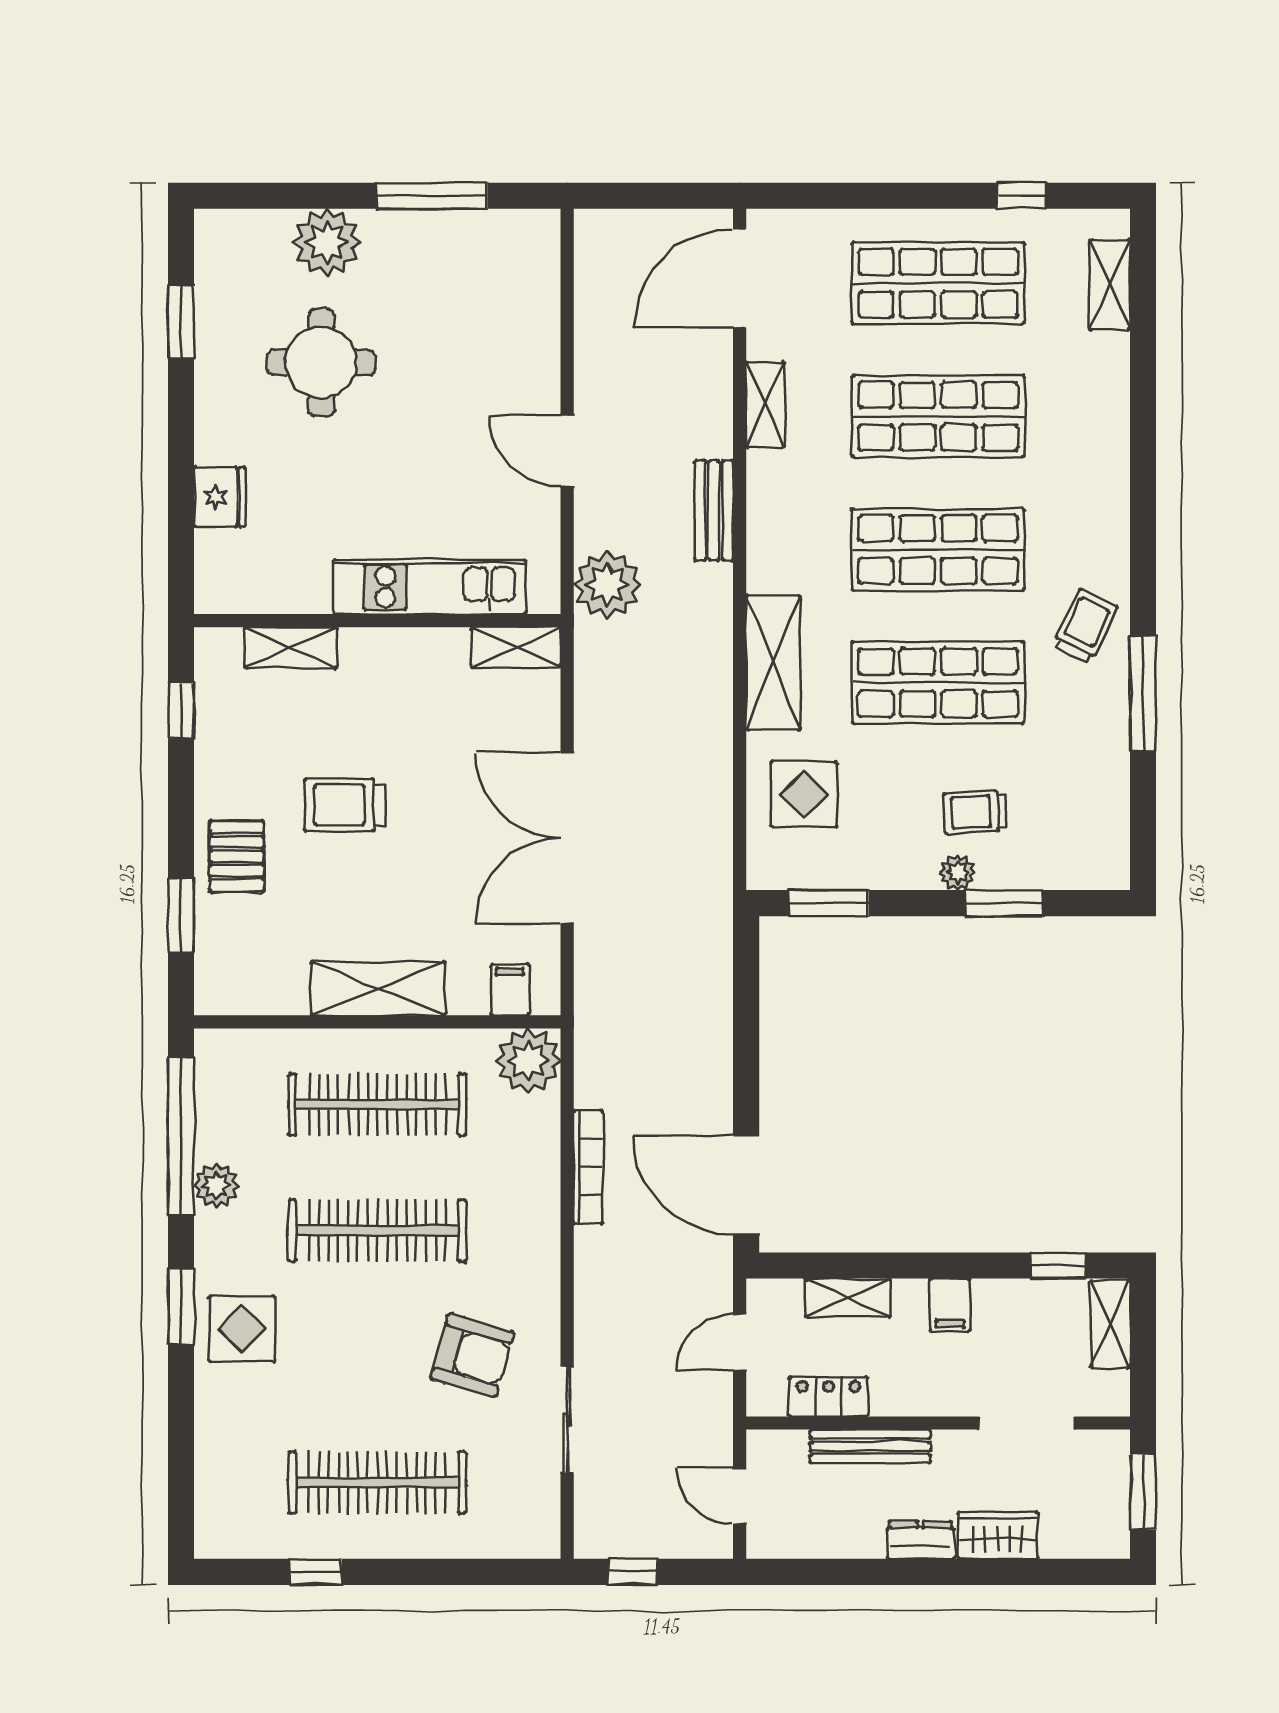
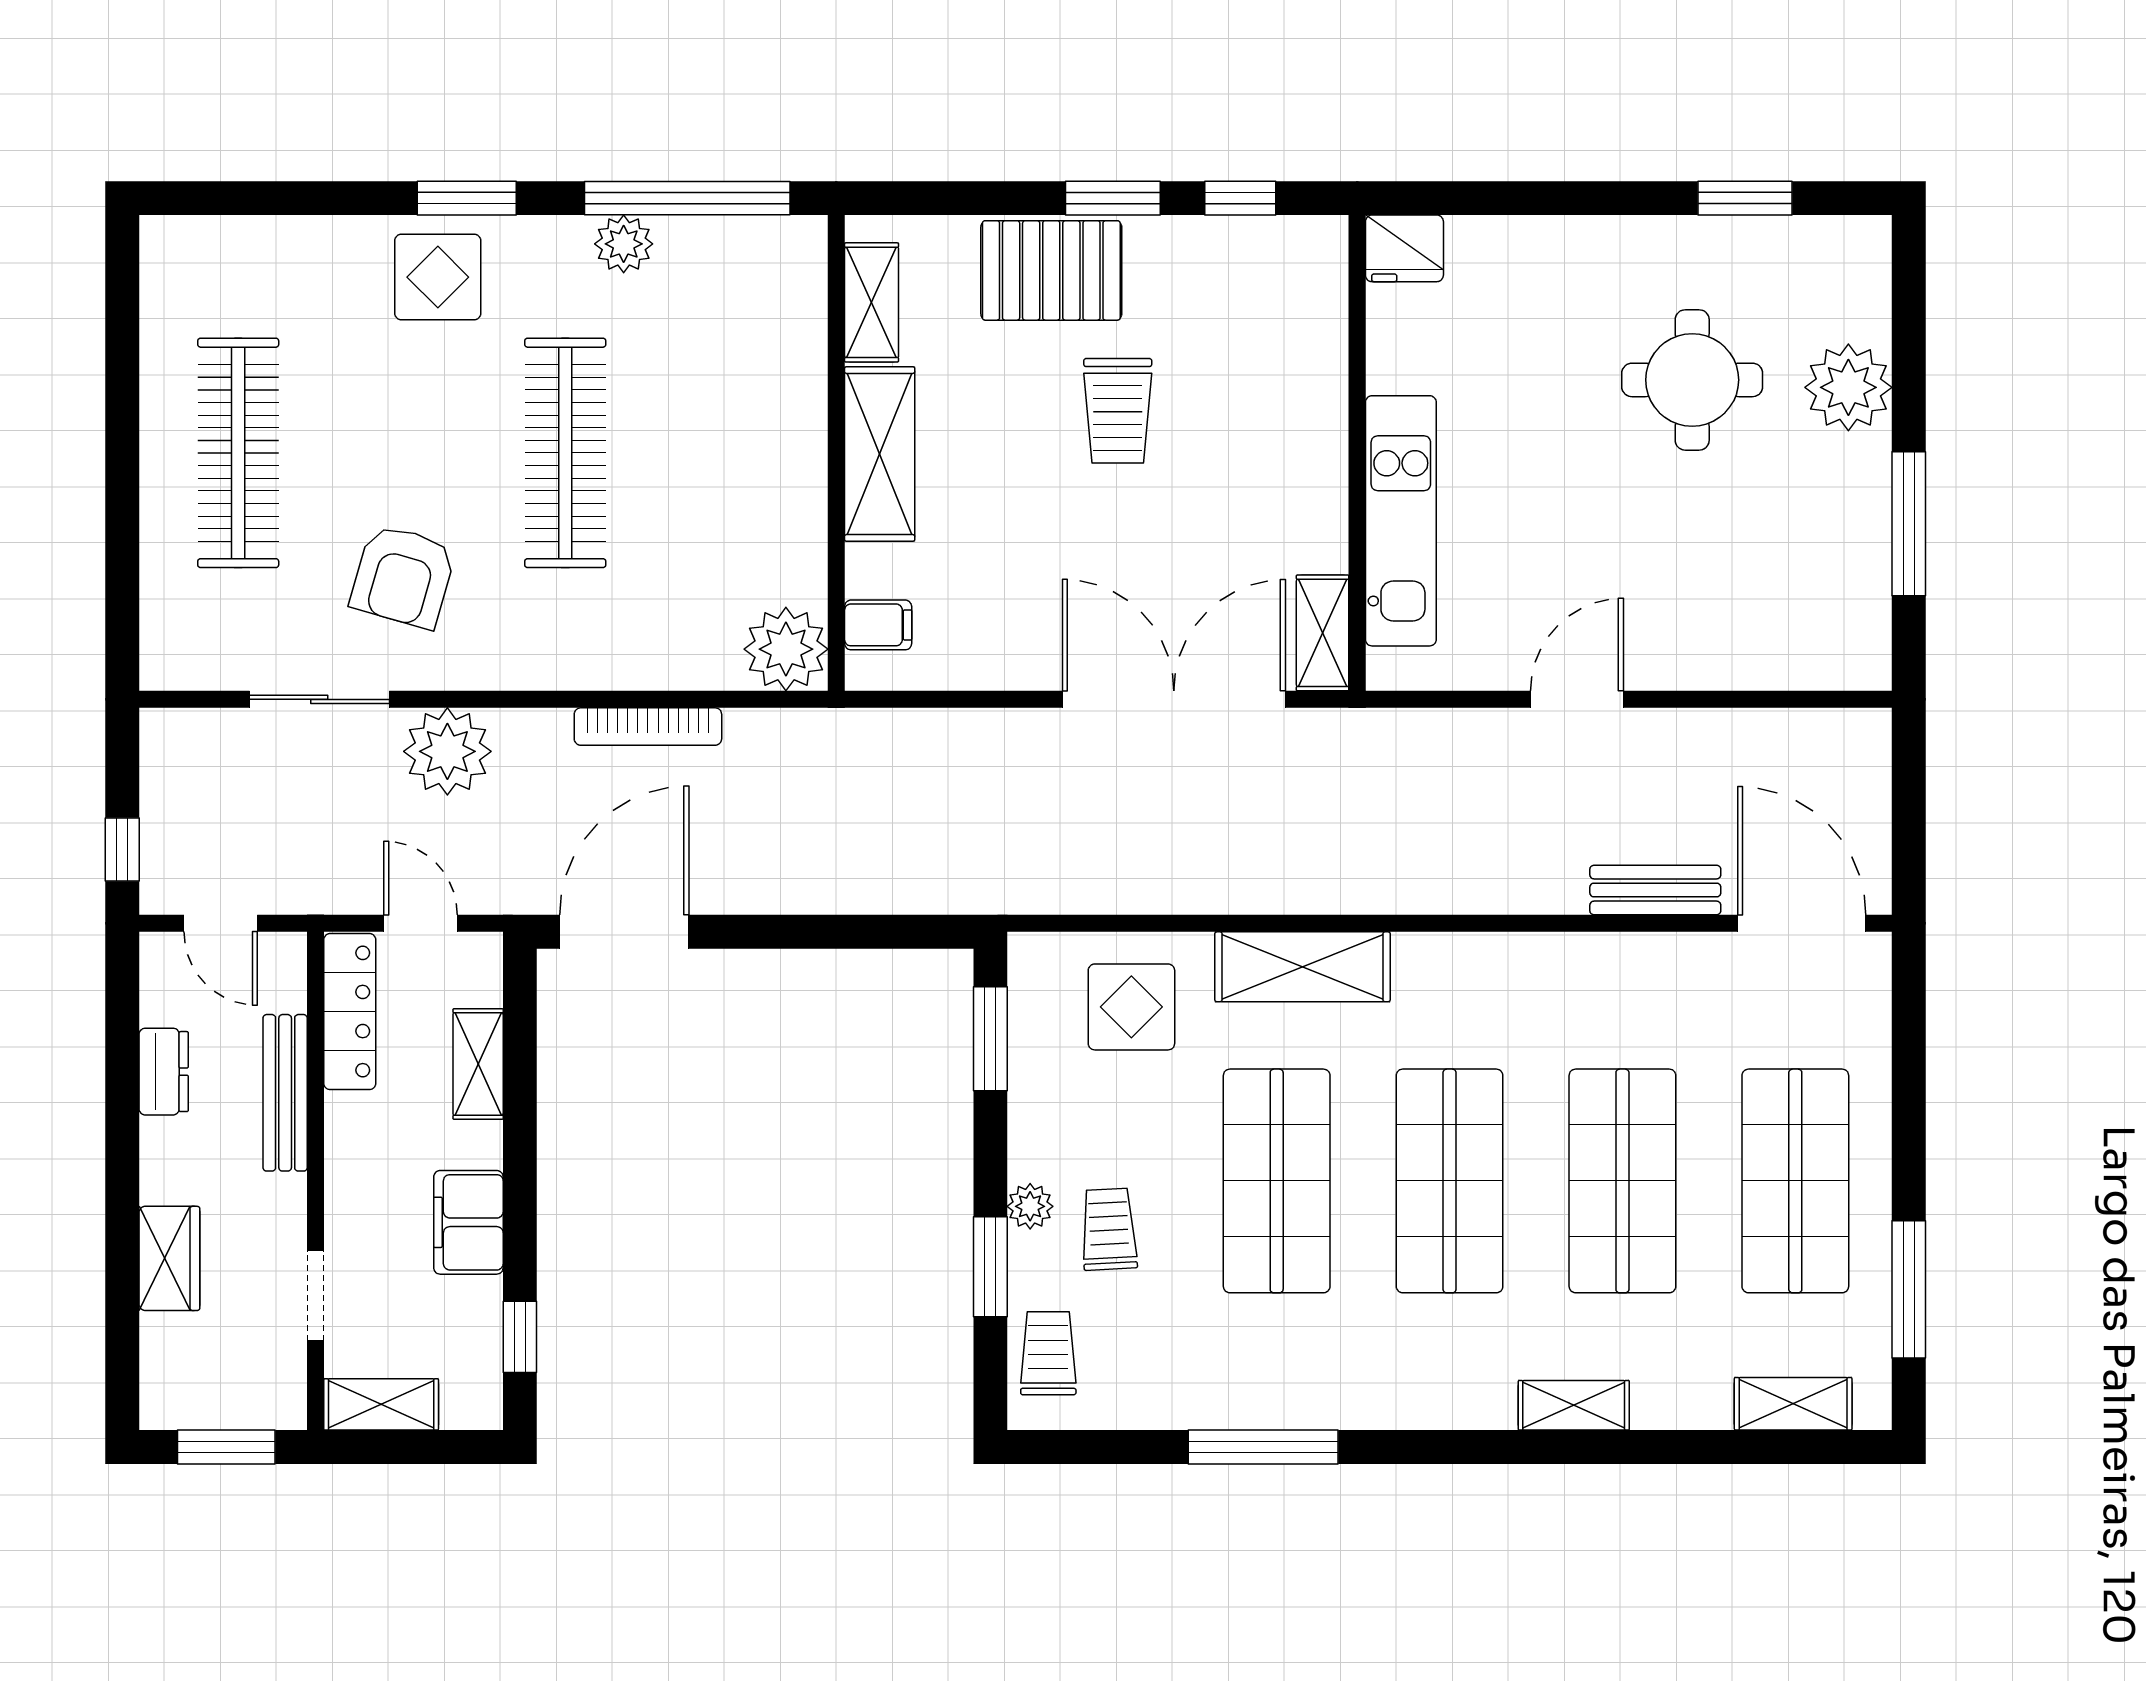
window: (1022, 196) -> (1909, 1289), width x2.17
shelving: (765, 405) -> (1574, 1405), moved
fridge: (220, 497) -> (1404, 248), moved
bench: (714, 510) -> (1655, 890), moved
plant: (607, 585) -> (447, 751), moved
trolley: (1085, 626) -> (1048, 1353), moved, turned -116
shelving: (291, 648) -> (872, 302), moved
trolley: (345, 805) -> (1118, 411), turned 180
double door: (567, 838) -> (1174, 699), moved
pallet: (237, 856) -> (1051, 270), width x1.50, depth x1.42
window: (181, 915) -> (1113, 198), moved
clothes rail: (377, 1105) -> (729, 453), removed
filing cabinet: (950, 1305) -> (468, 1222), width x2.00
shelving: (1110, 1324) -> (381, 1404), moved
locker: (828, 1397) -> (350, 1012), width x1.53
doorway: (1027, 1423) -> (315, 1296), width x0.73
door: (740, 1496) -> (221, 923), swing flipped
dresser: (920, 1540) -> (164, 1072), moved
window: (316, 1572) -> (122, 373), removed
window: (633, 1572) -> (122, 849), moved

